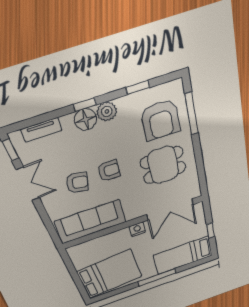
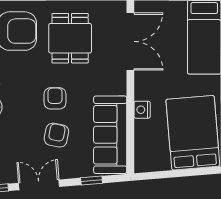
window: (47, 222) -> (92, 181), added
nightstand: (137, 229) -> (142, 110), moved

